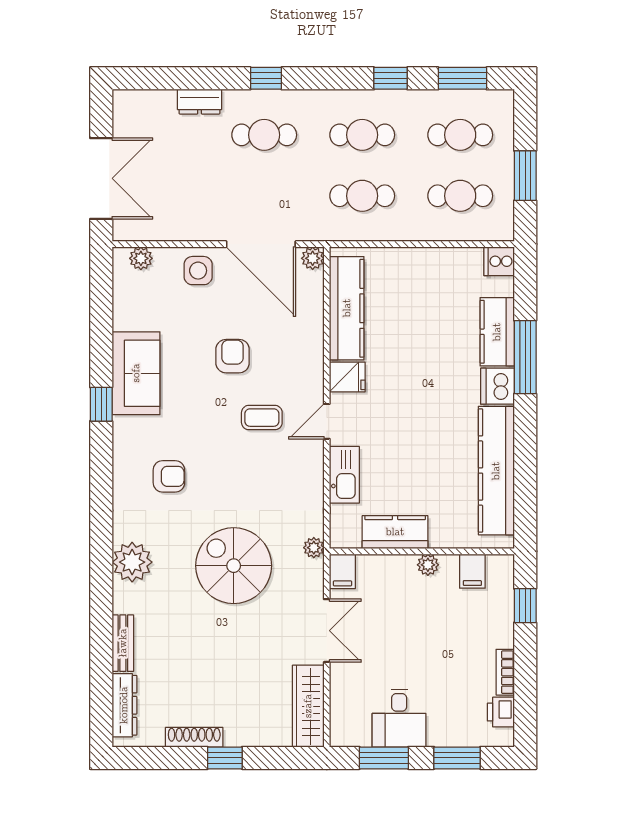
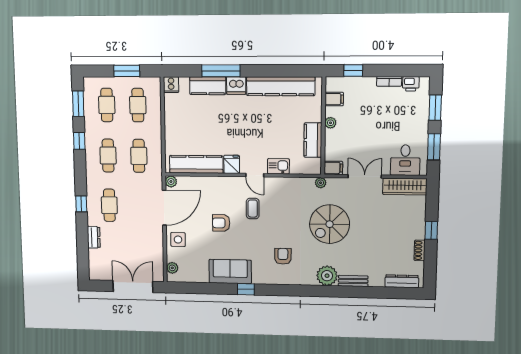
kitchen sink: (344, 475) -> (278, 166), width x0.73
bench: (123, 643) -> (353, 281), moved
desk: (399, 718) -> (405, 160), moved, turned 90
shoe rack: (194, 737) -> (420, 250), width x0.70

